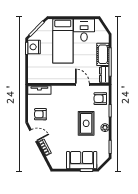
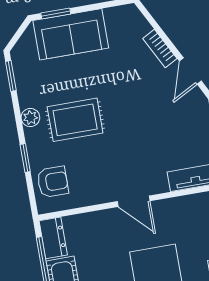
door: (82, 84) -> (134, 201), moved
armchair: (40, 114) -> (183, 123), removed
rug: (86, 123) -> (75, 120), turned 90
door: (33, 136) -> (190, 71), hinge flipped

